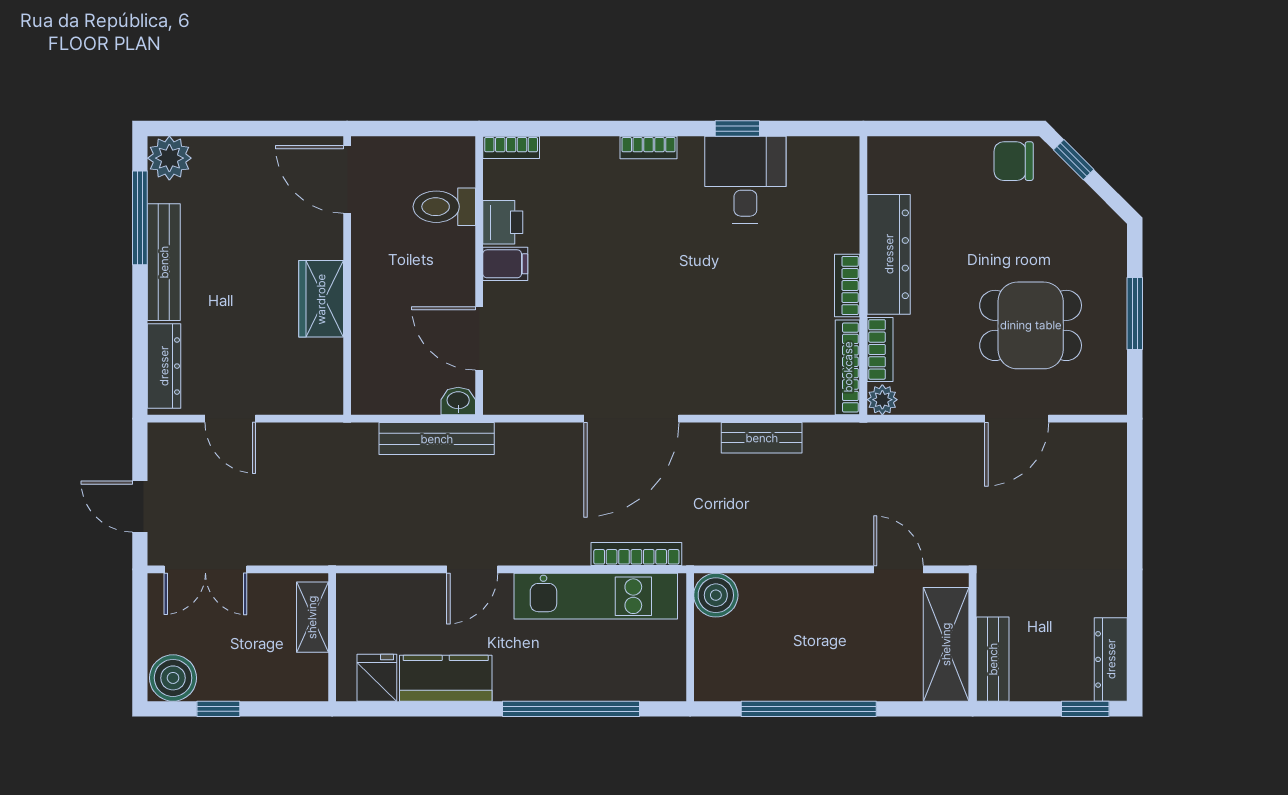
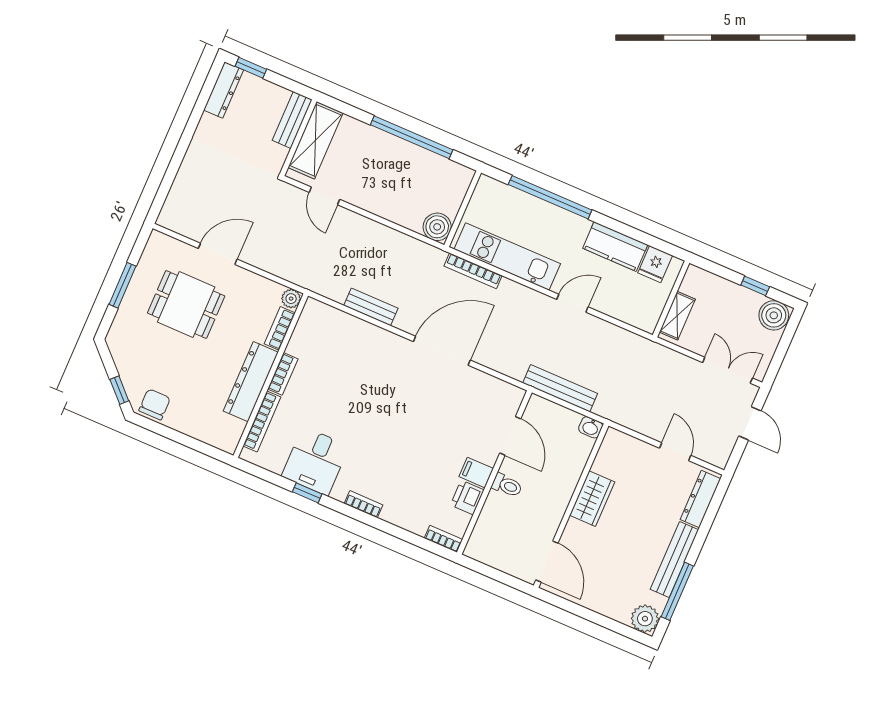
chair: (1014, 161) -> (155, 404), turned -90
toilet: (444, 207) -> (507, 485), moved, width x0.73, depth x0.72
bookcase: (848, 367) -> (262, 421), moved
washbasin: (458, 401) -> (591, 427), moved

